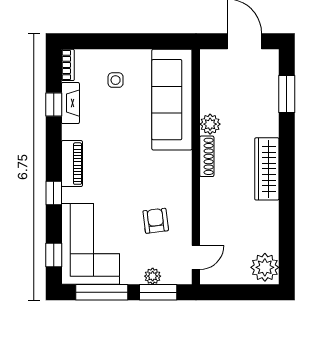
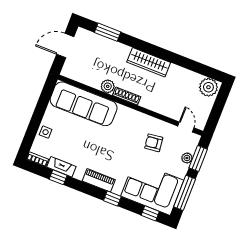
side table: (116, 80) -> (46, 132), moved

